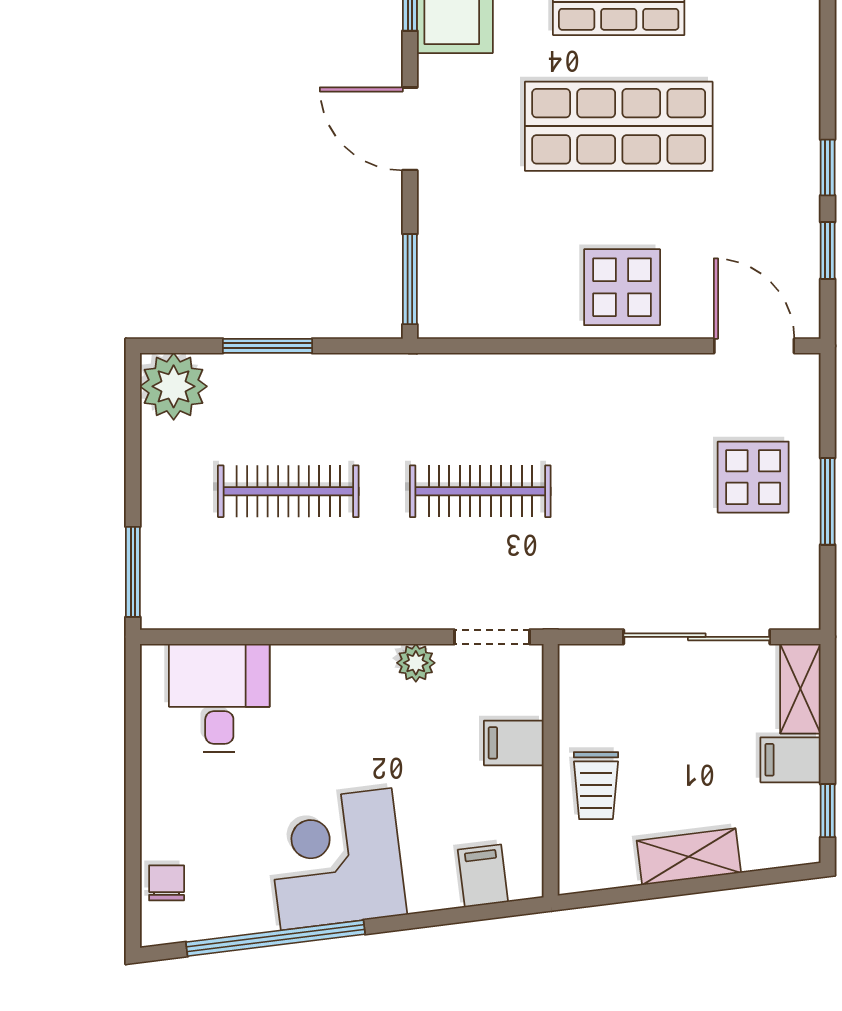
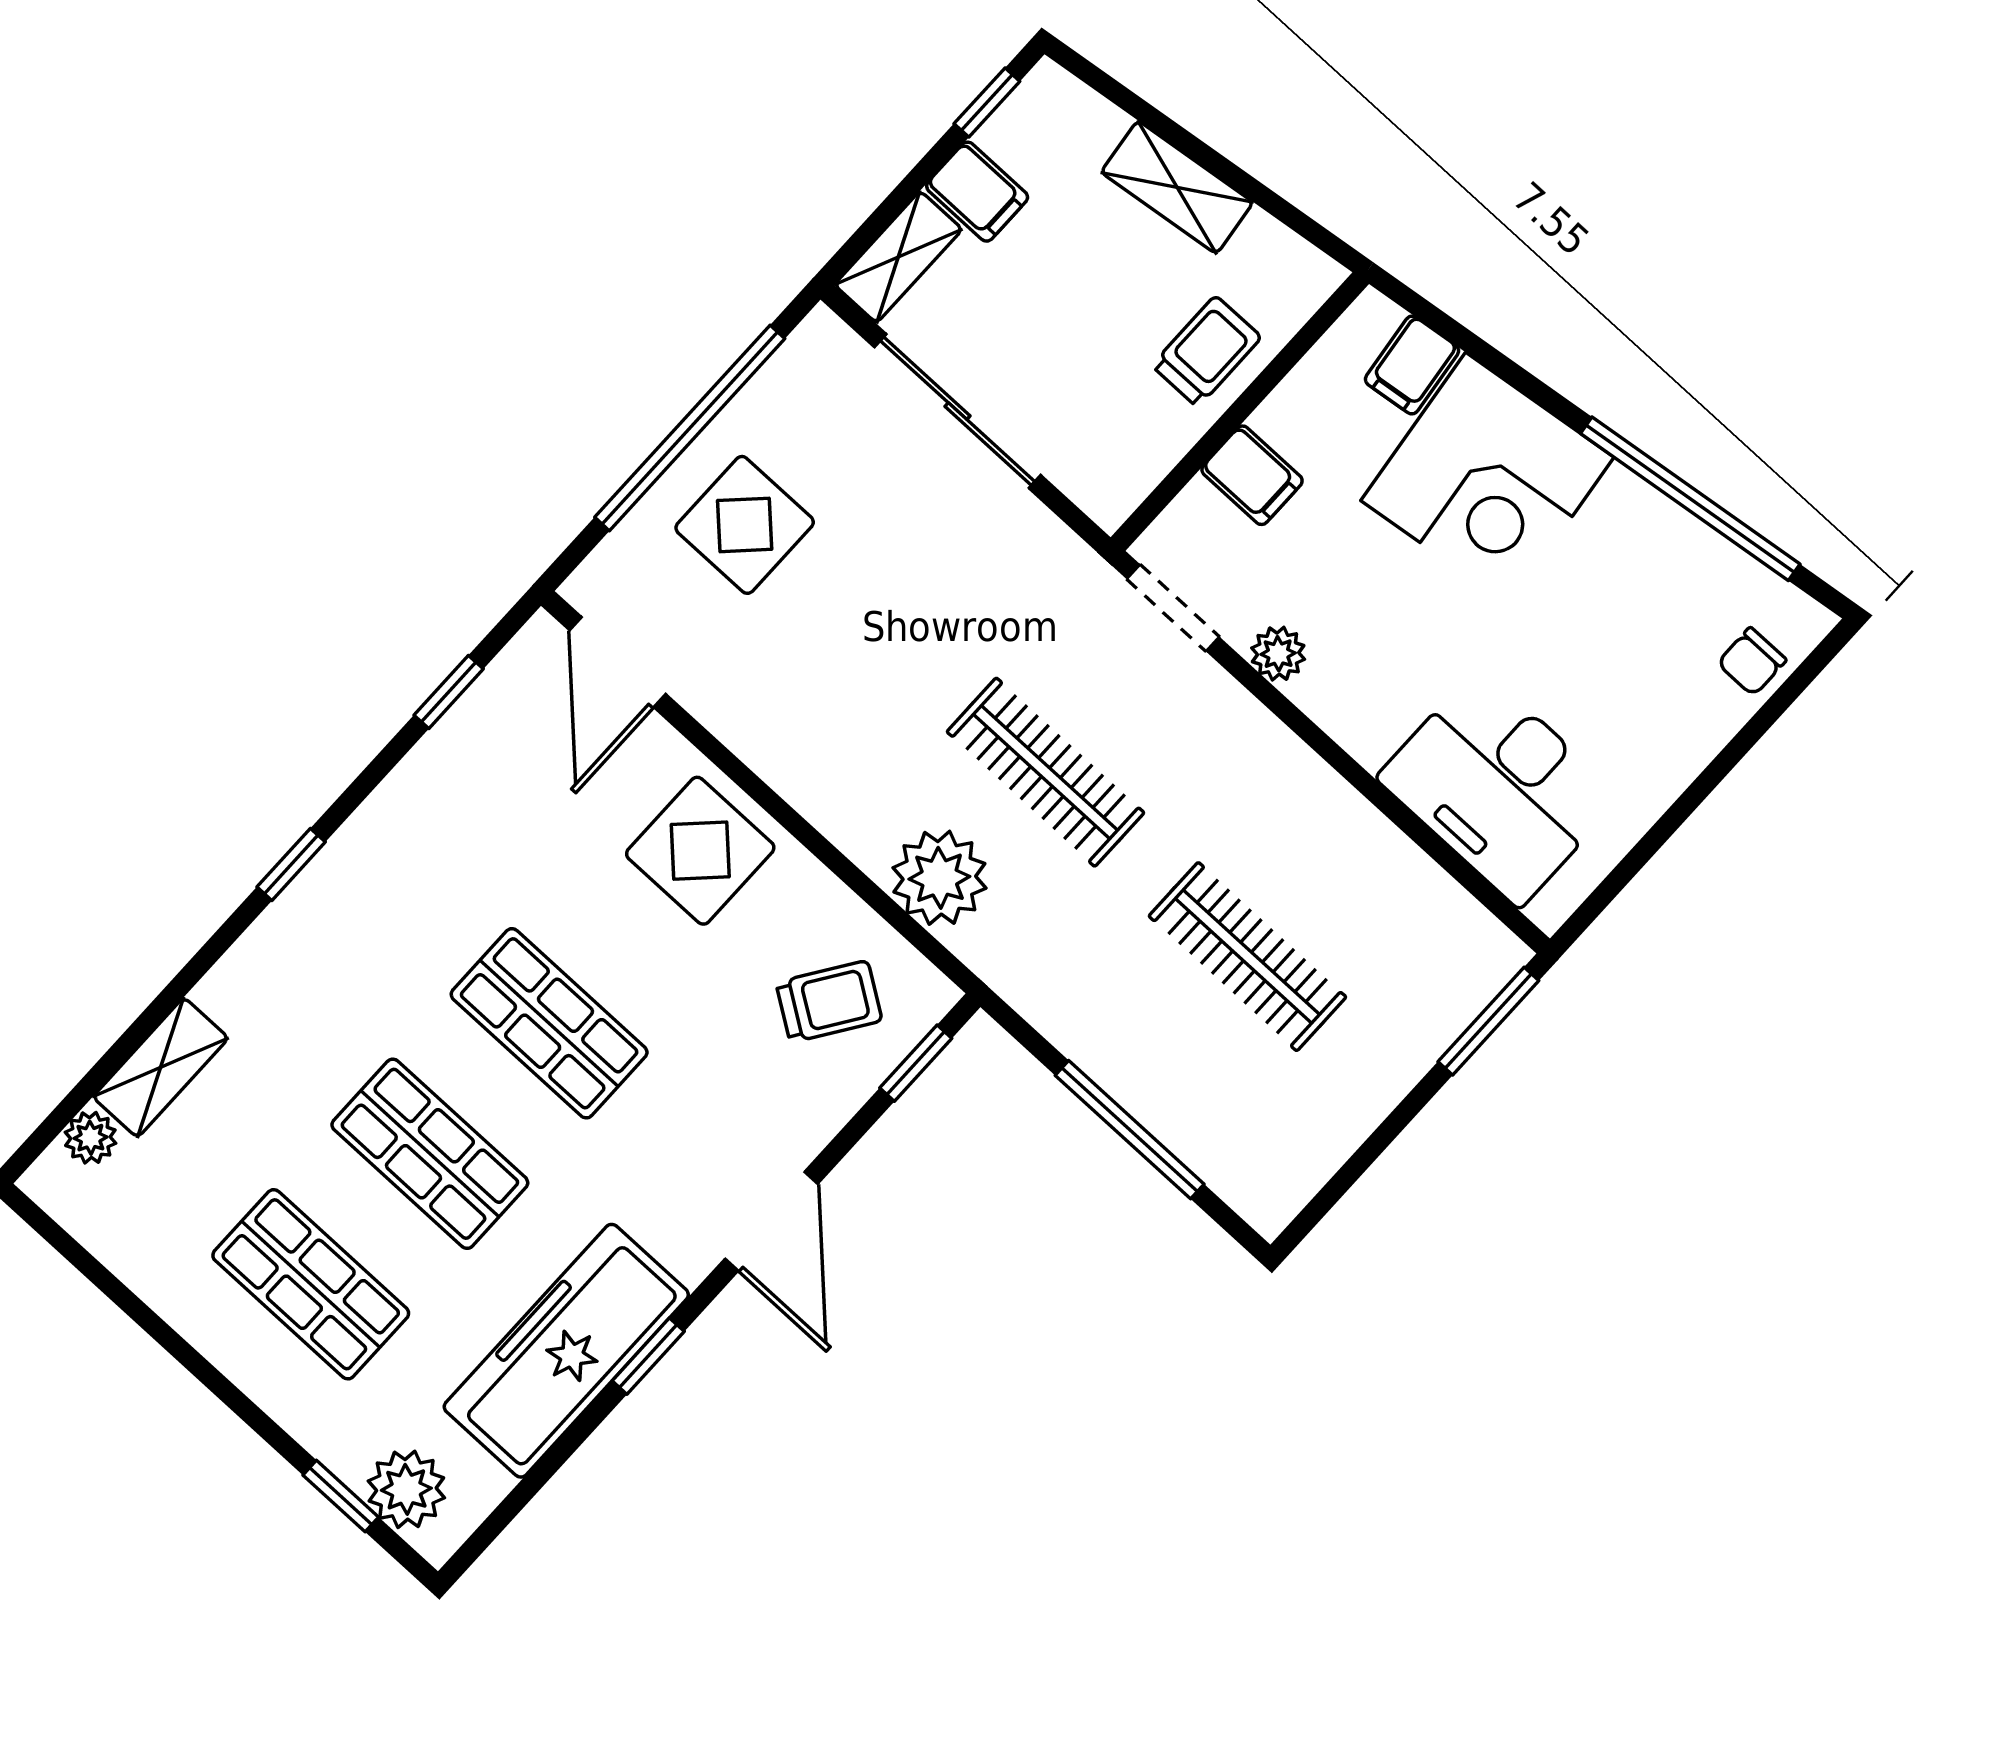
shop shelf: (619, 126) -> (549, 1023), width x0.70, depth x0.74
window: (828, 168) -> (291, 864), moved
trolley: (484, 270) -> (829, 1002), added
window: (410, 279) -> (916, 1063), width x0.67
window: (267, 346) -> (1130, 1130), width x1.44
plant: (174, 386) -> (939, 878), moved
window: (828, 501) -> (690, 428), width x2.11
desk: (219, 698) -> (1499, 787), width x1.37
corner desk: (336, 859) -> (1487, 479), moved

